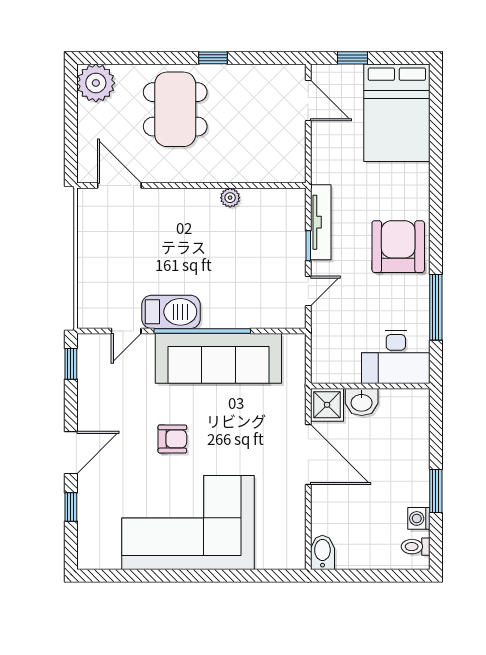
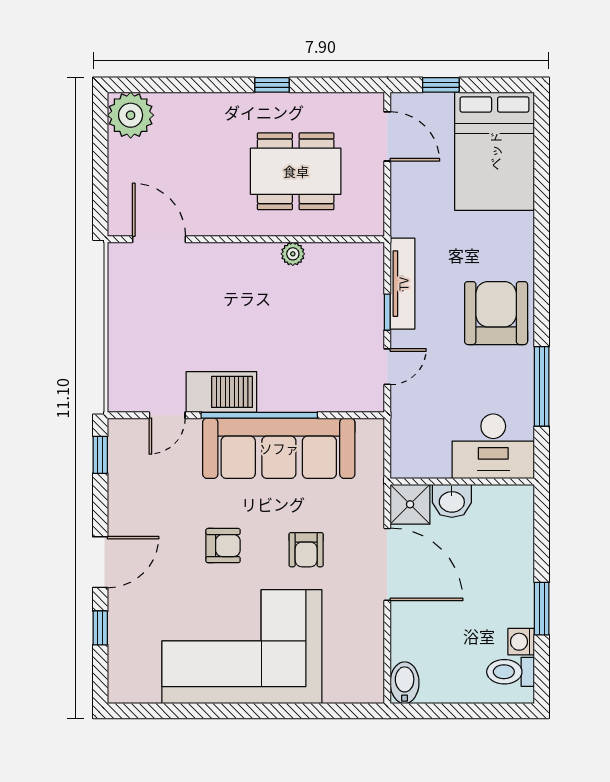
dining table: (175, 109) -> (296, 171), moved, turned 90
armchair: (241, 442) -> (306, 550), added
toilet: (416, 547) -> (511, 672), width x1.37, depth x1.39

